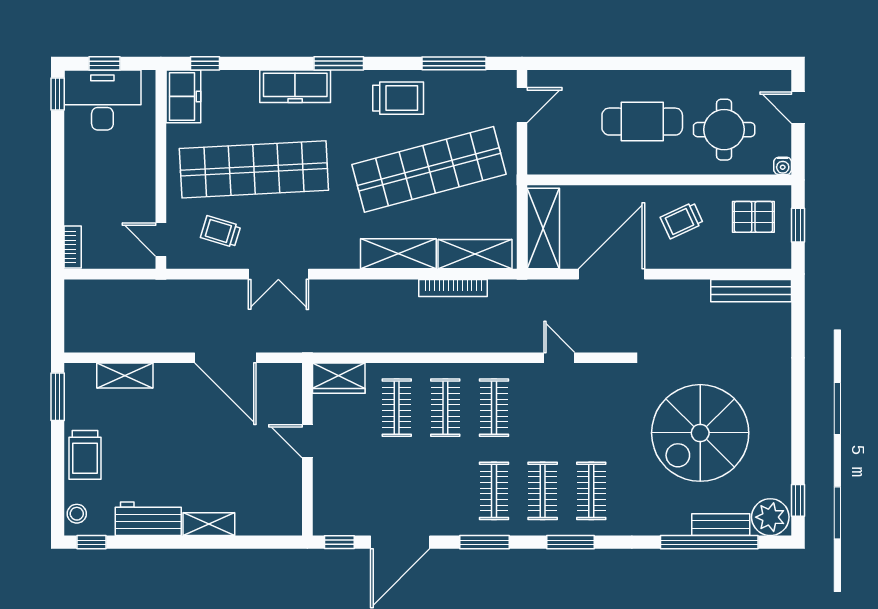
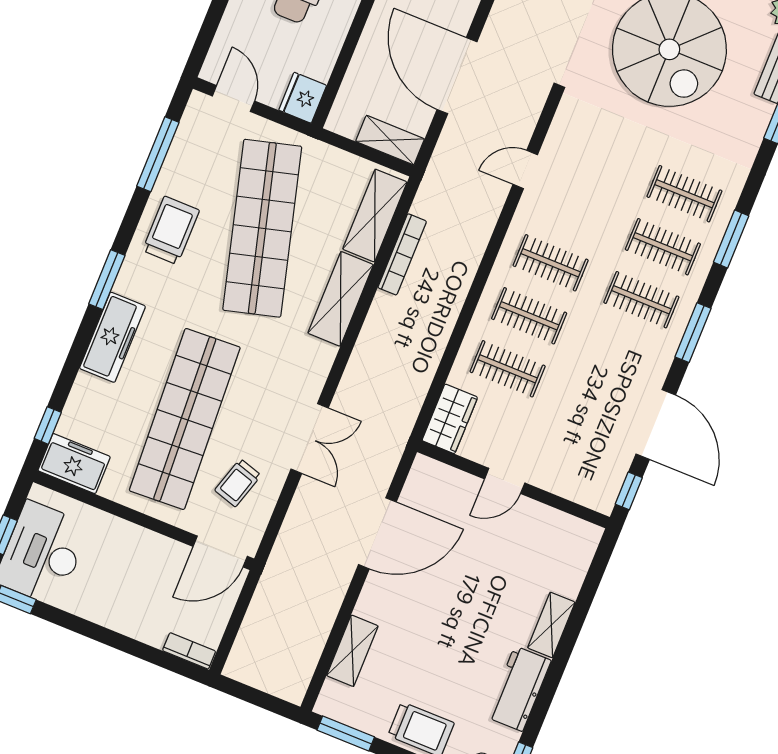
fridge: (545, 159) -> (303, 98), added
shelving: (543, 228) -> (390, 140), width x0.67, depth x0.75
door: (161, 240) -> (220, 551), width x1.38

